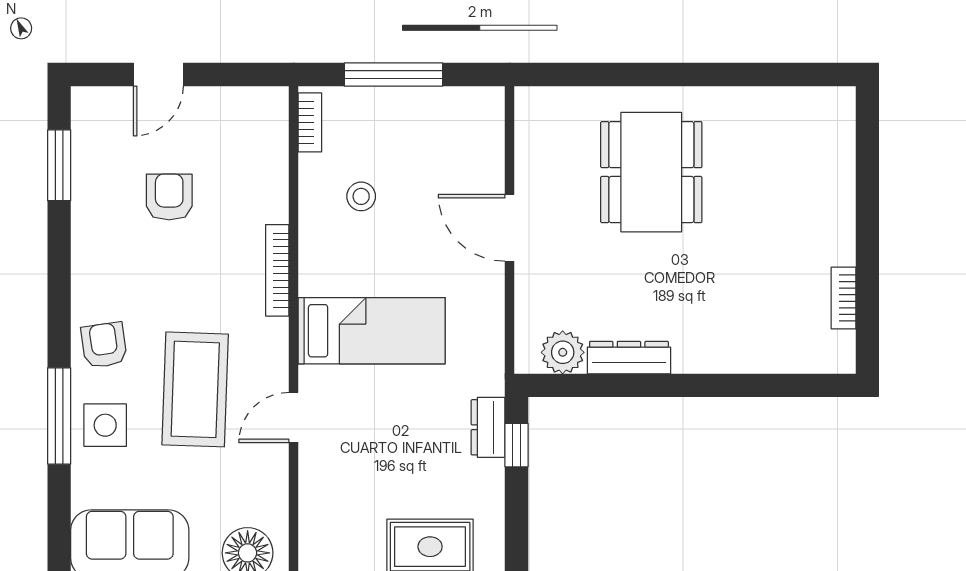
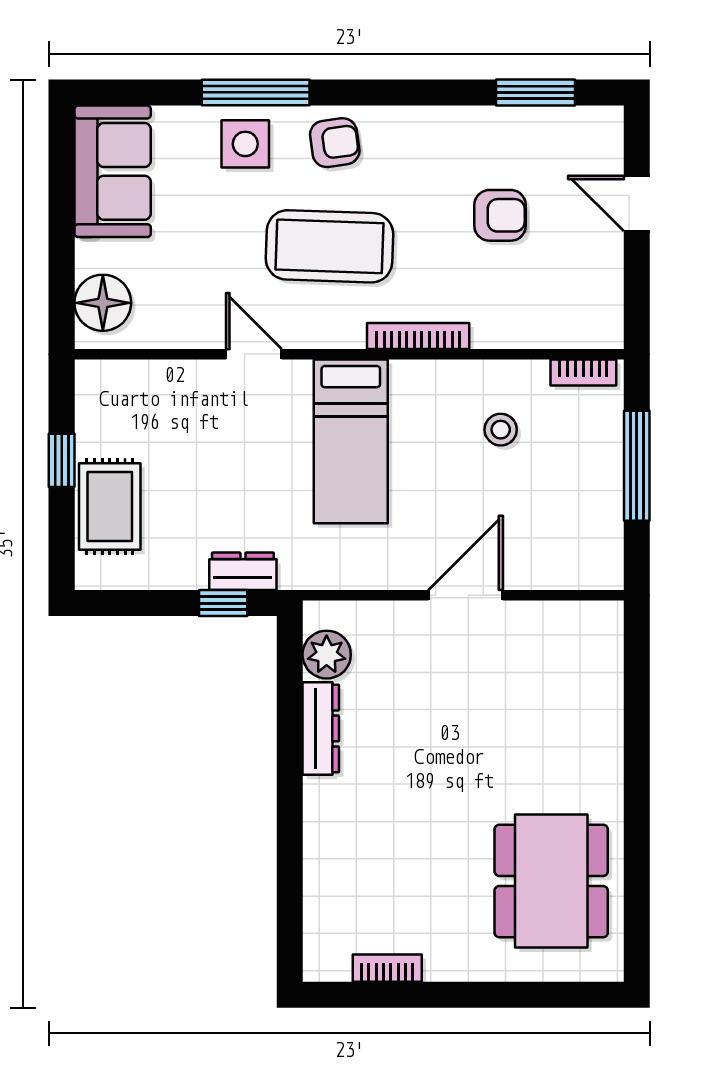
dining table: (651, 172) -> (551, 881), moved, turned 90
coffee table: (195, 389) -> (329, 246), moved

